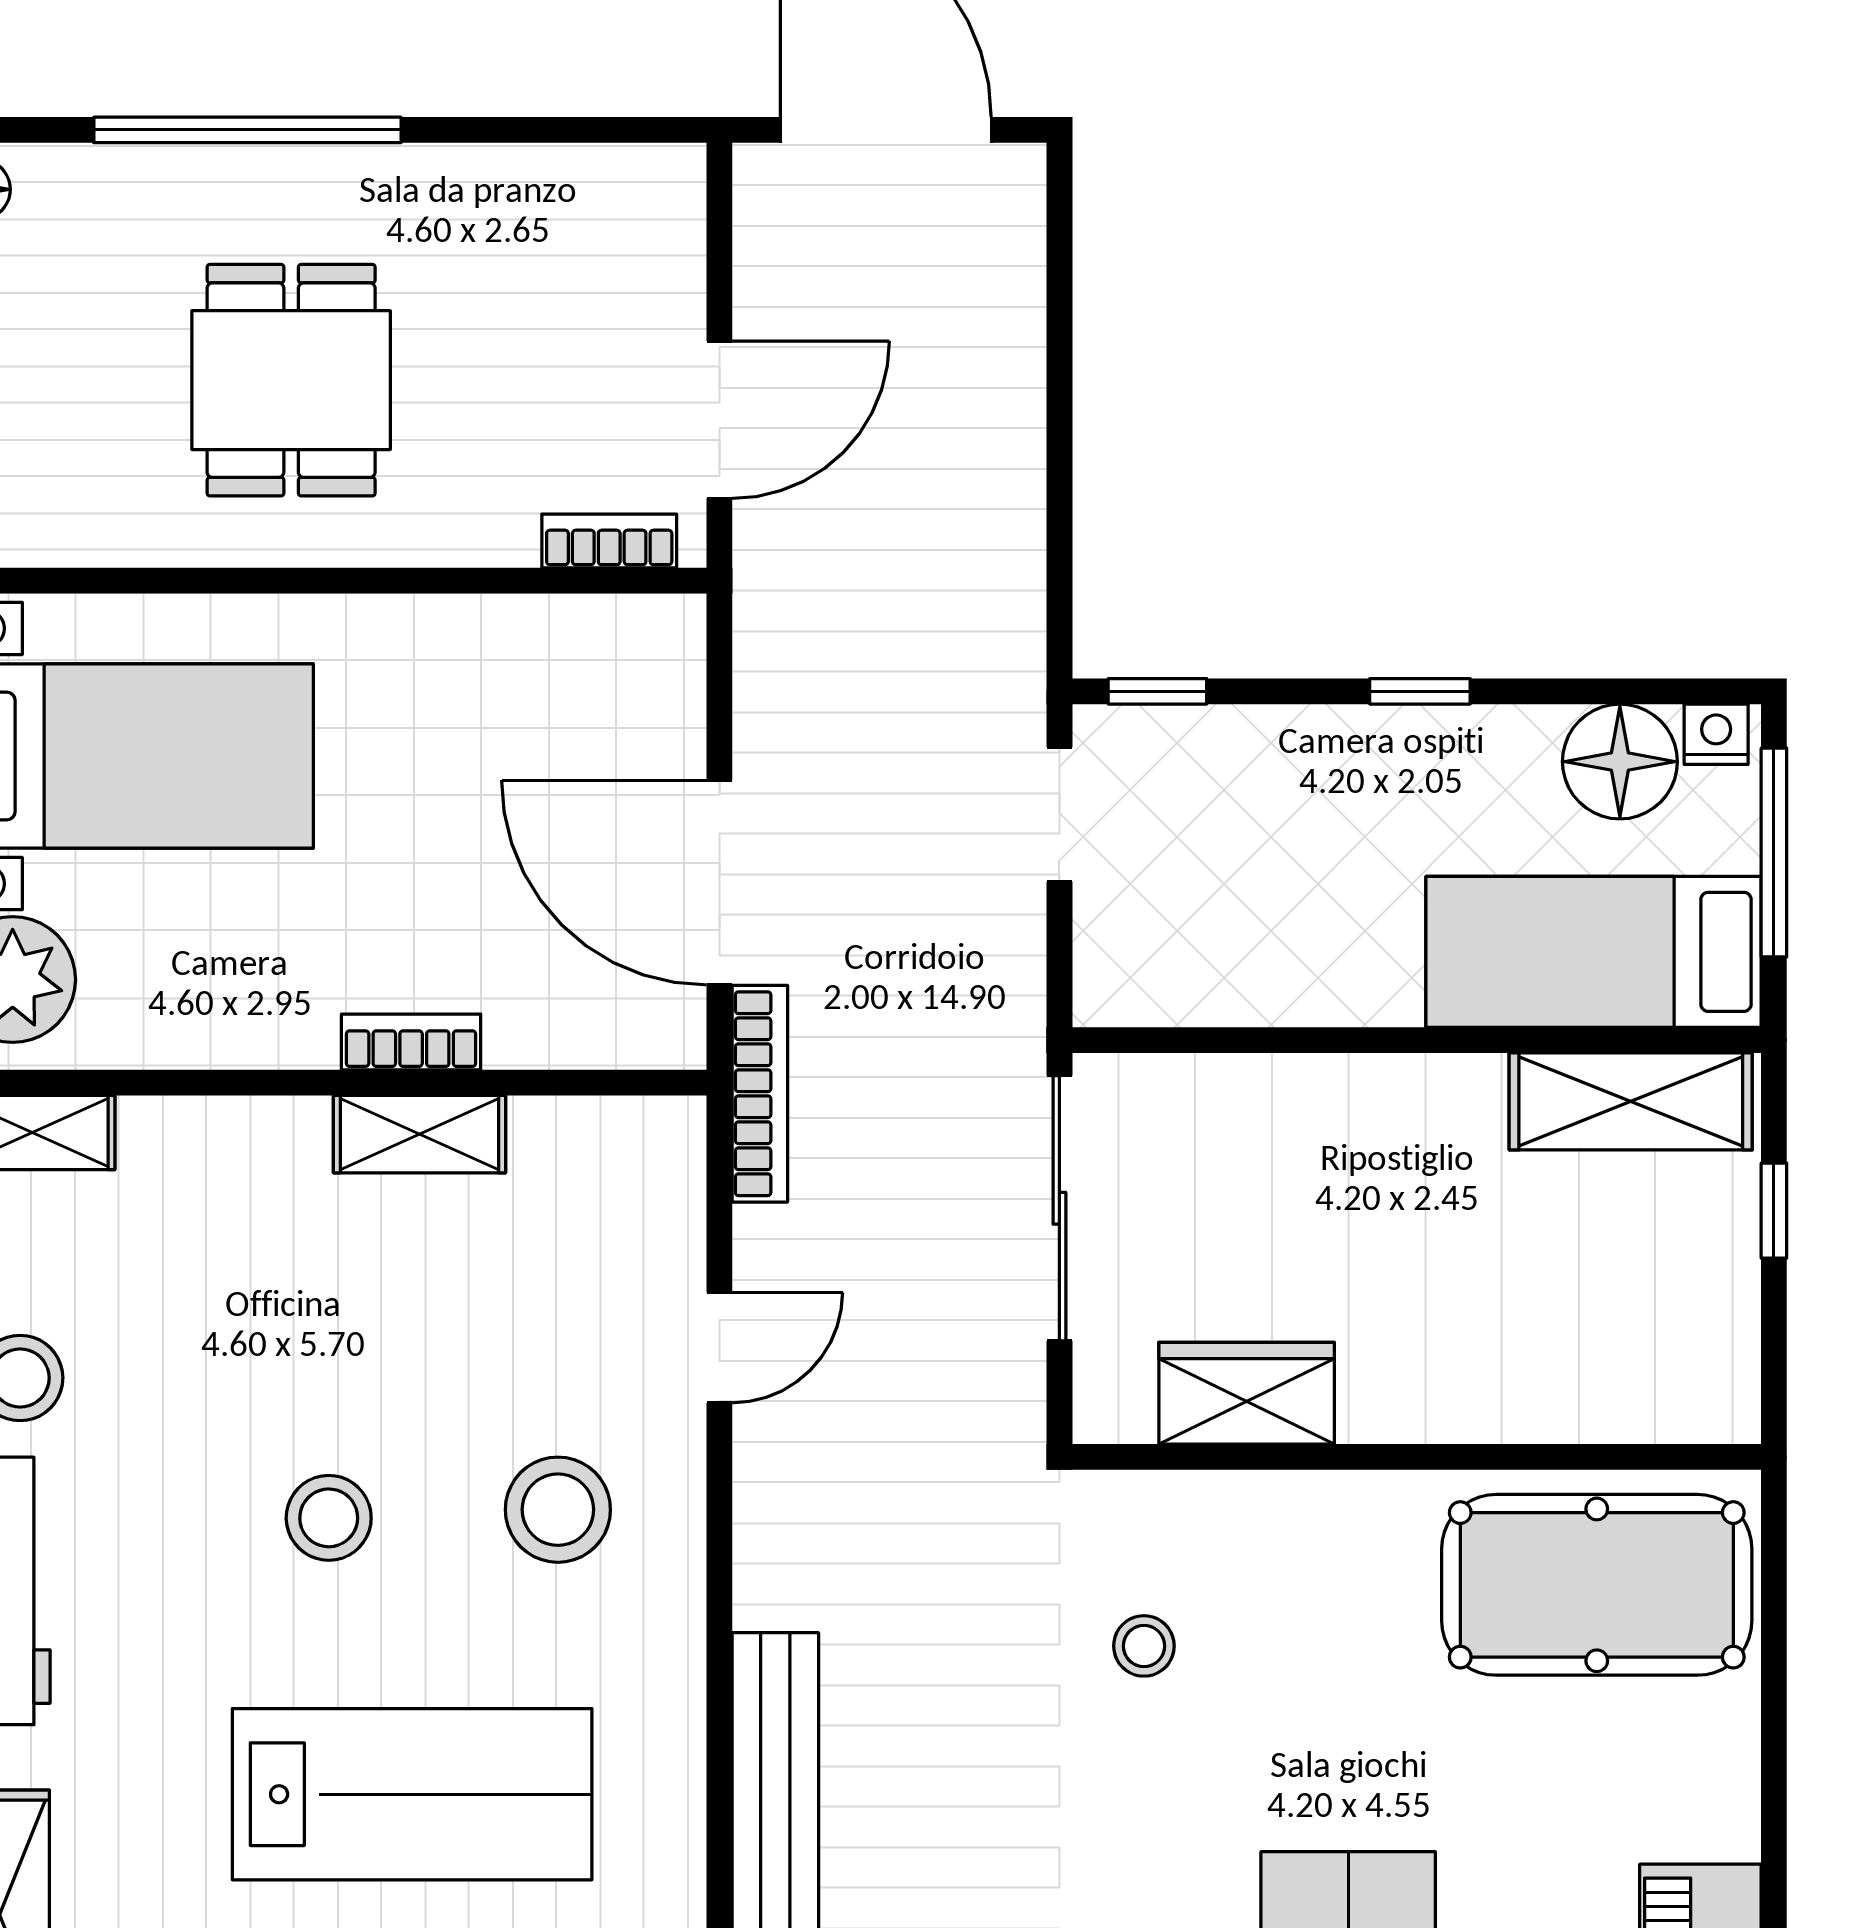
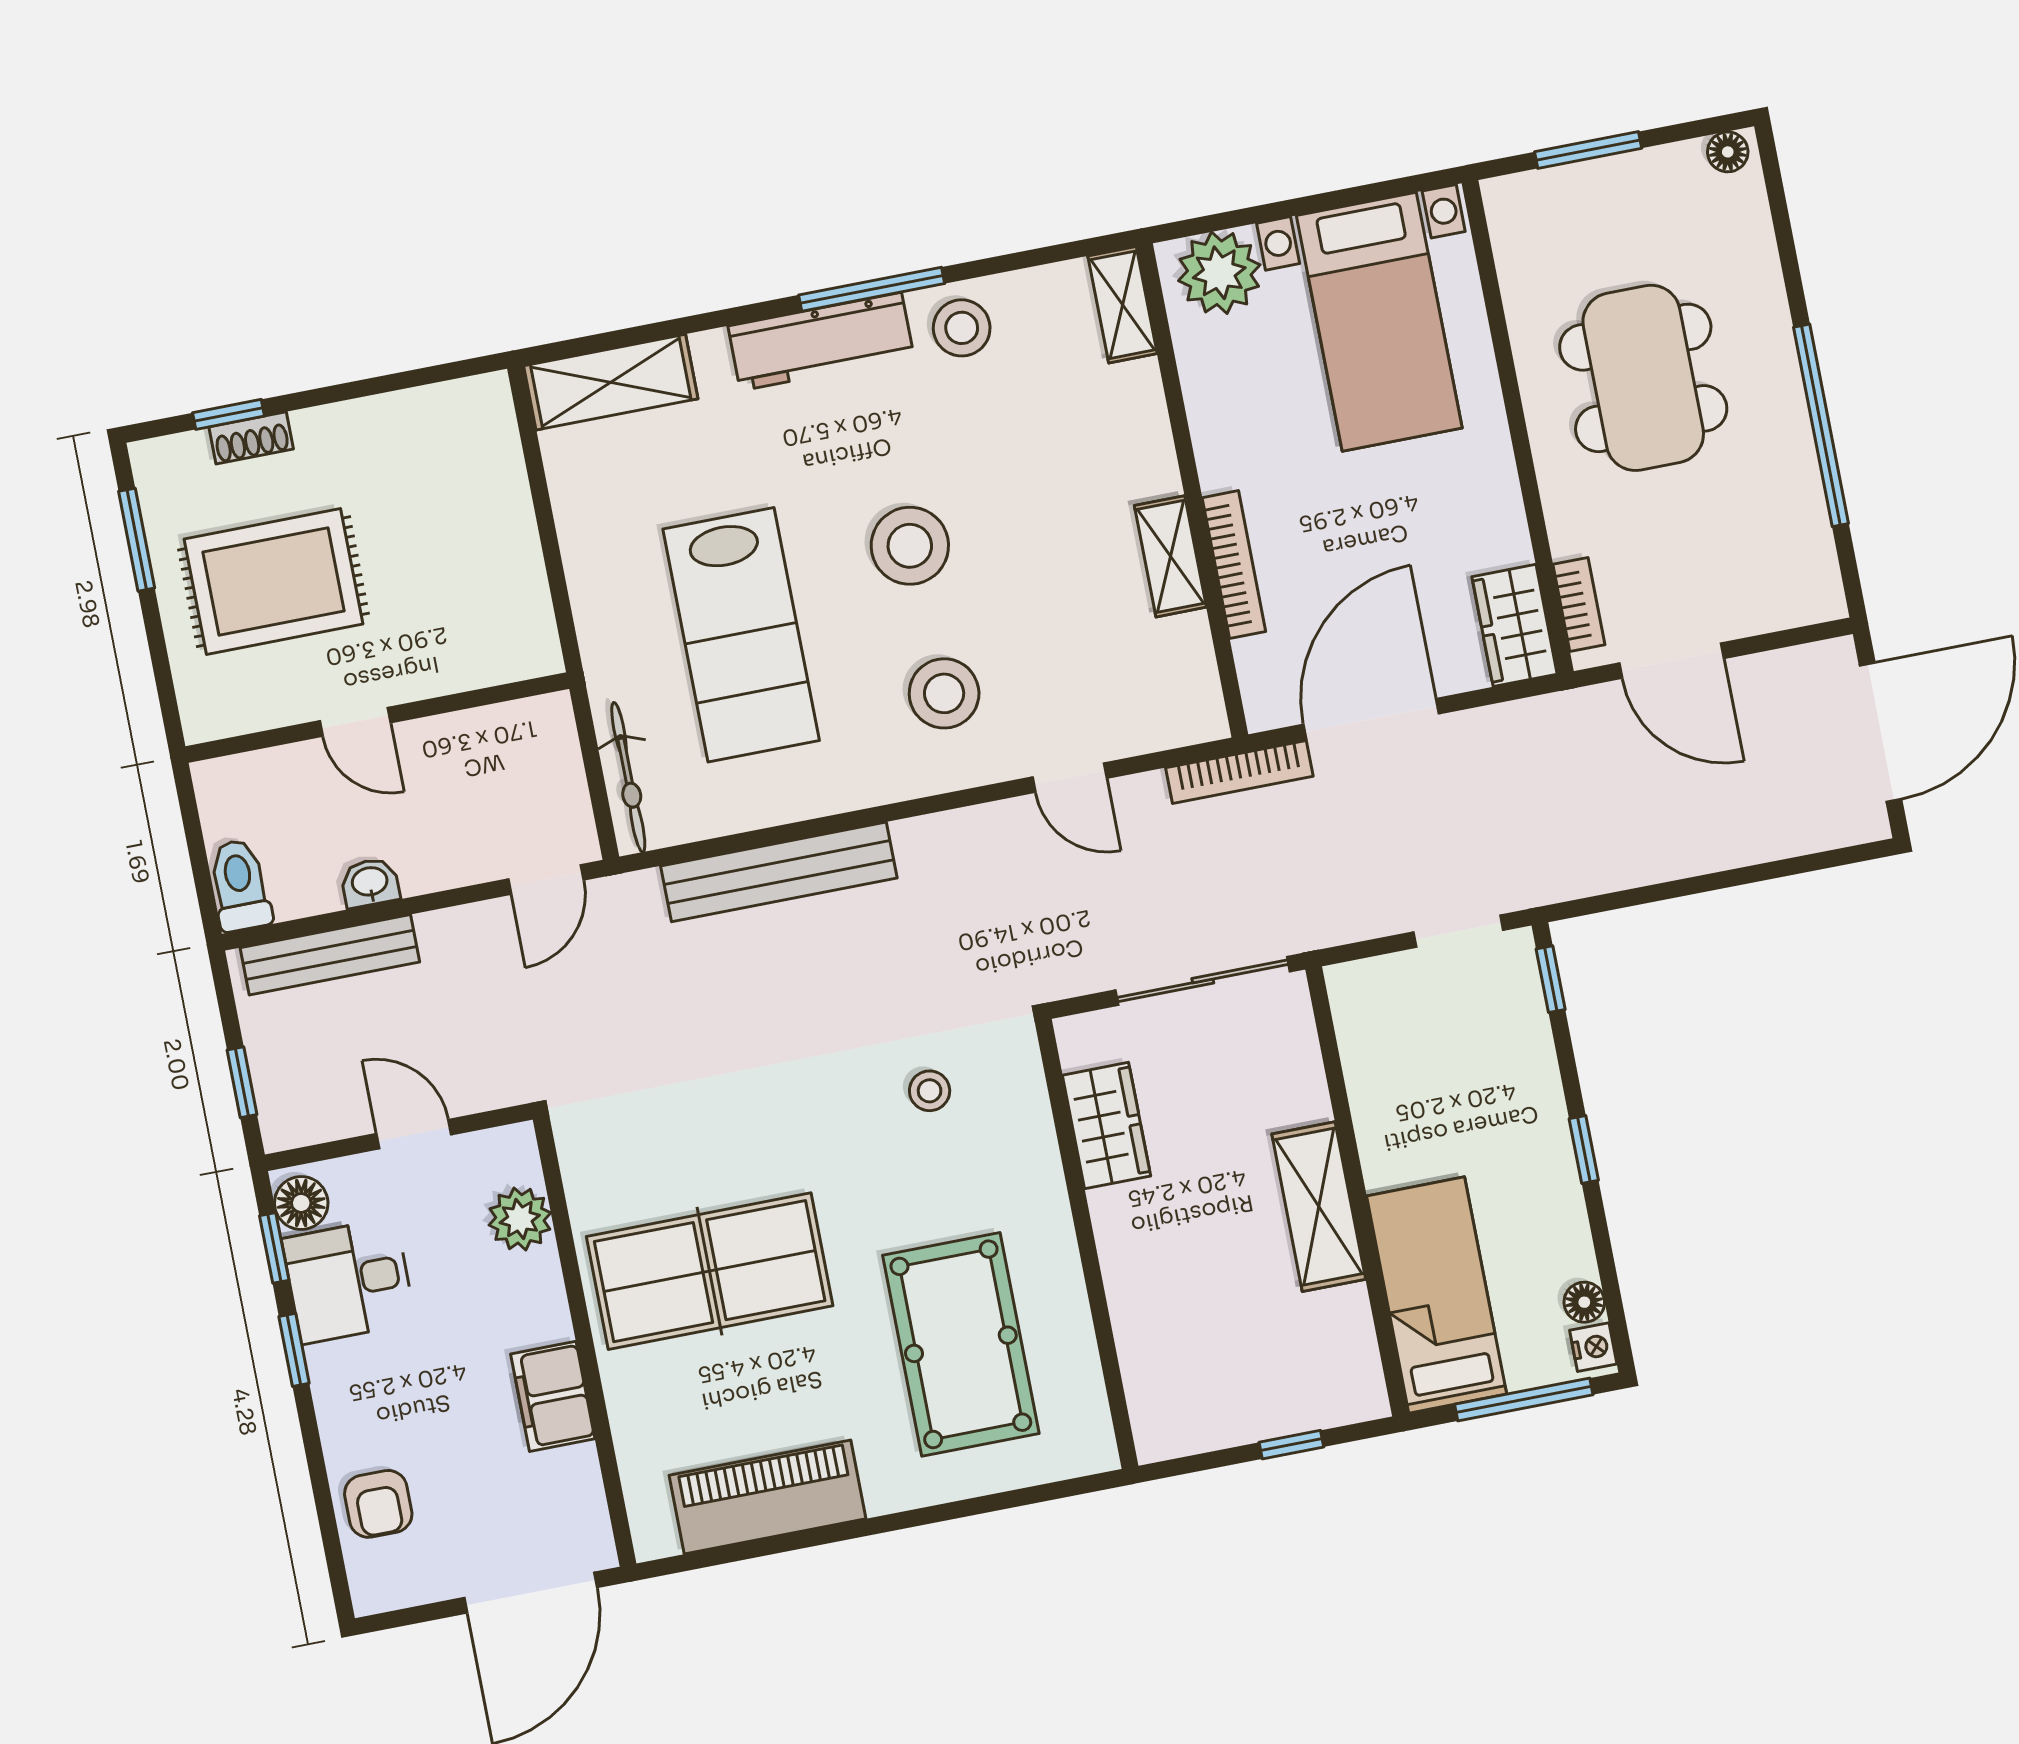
window: (247, 130) -> (1821, 425), moved
dining table: (291, 380) -> (1643, 378), width x1.38
wardrobe: (622, 643) -> (1515, 625), added
floor lamp: (1620, 762) -> (1584, 1302), width x0.53, depth x0.53
bookcase: (411, 1042) -> (1234, 565), width x1.56
shelving: (1631, 1101) -> (1319, 1207), moved
stool: (329, 1518) -> (910, 546), width x1.38, depth x1.38
pool table: (1597, 1585) -> (961, 1344), moved

